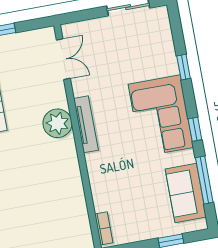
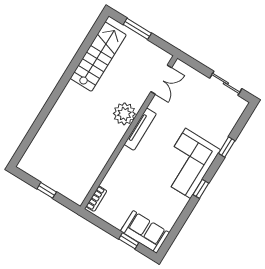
window: (204, 180) -> (180, 223), removed
sofa: (186, 193) -> (145, 232), moved, turned 90

